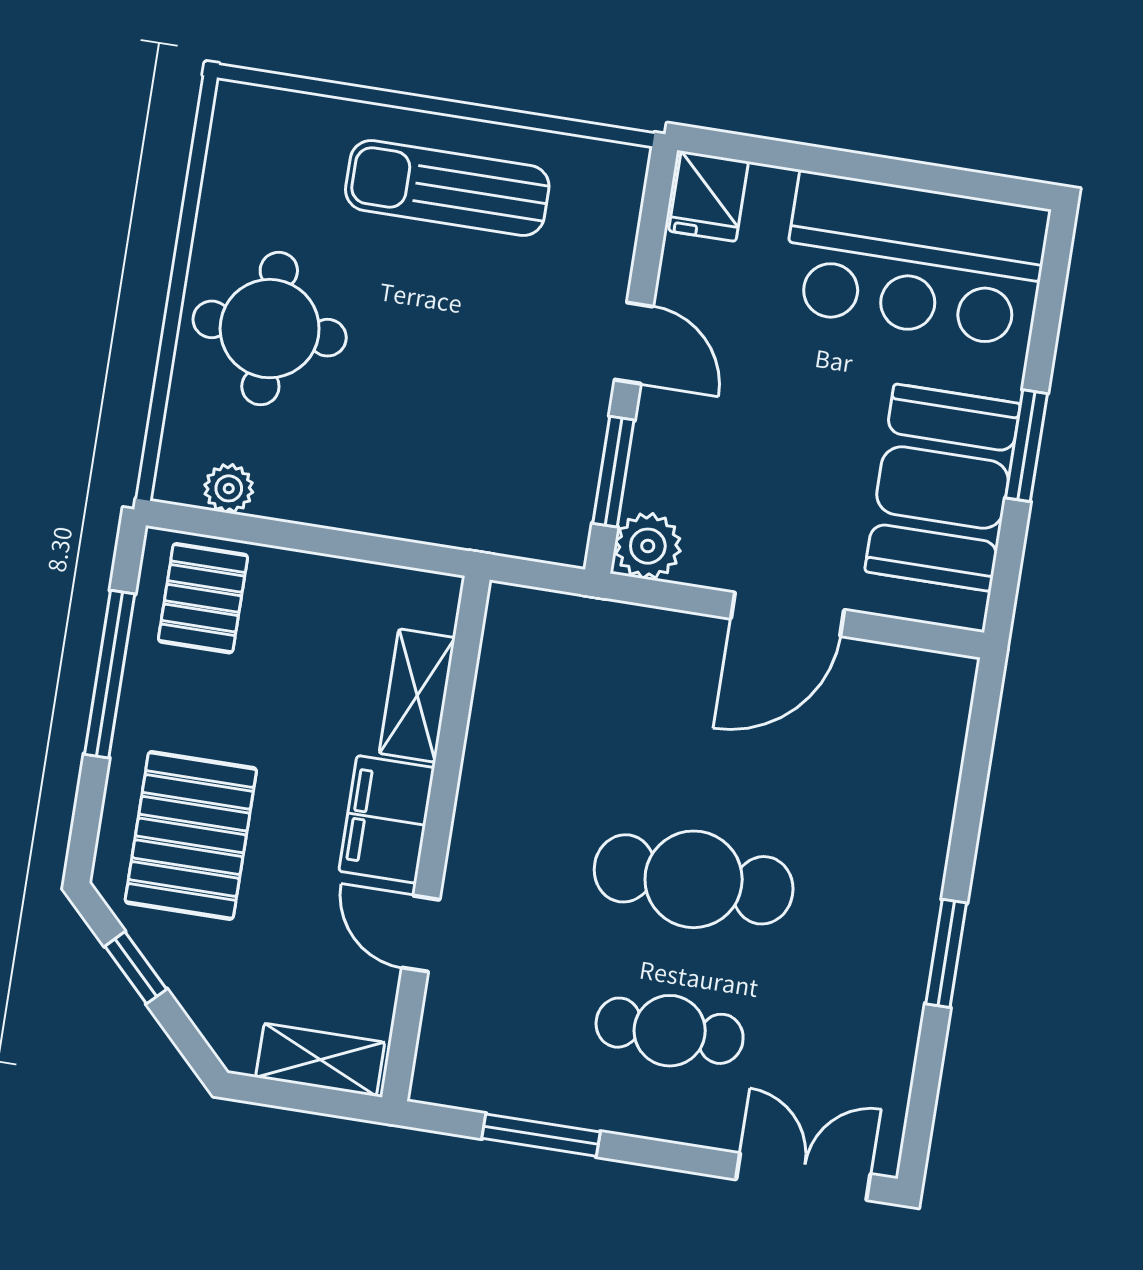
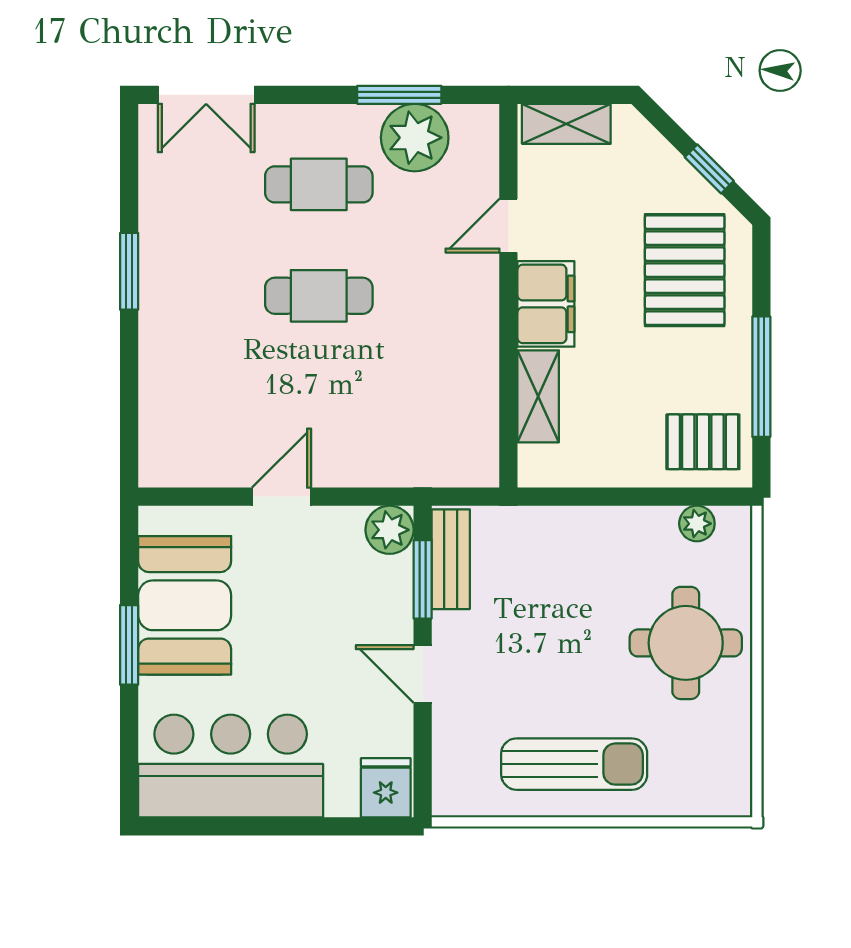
bench: (571, 493) -> (451, 559), added
pallet: (203, 598) -> (703, 442), turned 90
door: (787, 614) -> (282, 497), width x0.73
cafe table: (694, 879) -> (319, 296), width x0.73, depth x0.74
door: (421, 934) -> (508, 226), swing flipped
plant: (529, 1074) -> (415, 138), added

